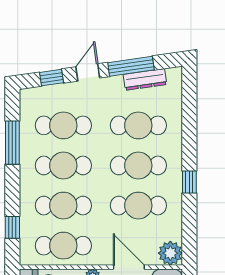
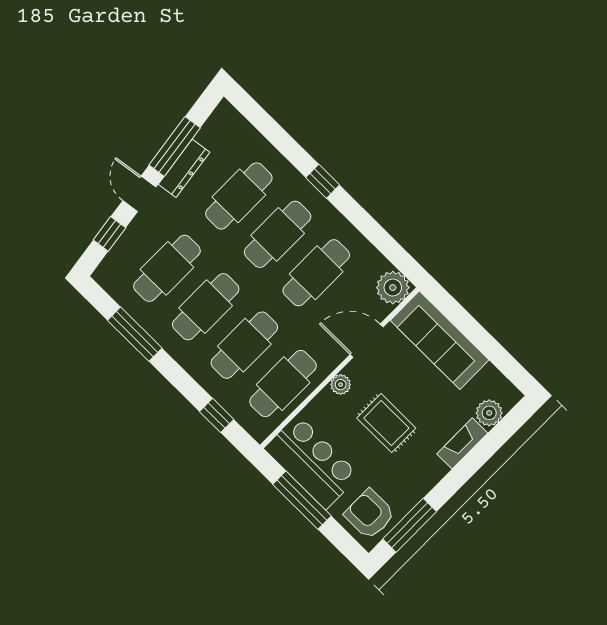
dresser: (145, 79) -> (184, 168), moved
window: (189, 182) -> (323, 181), moved

